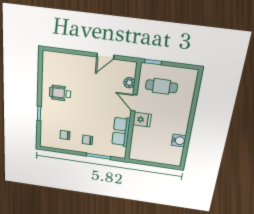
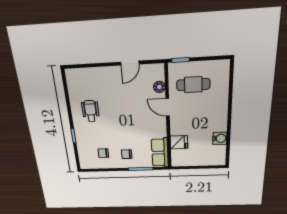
wheelchair: (60, 93) -> (90, 111), turned 90
fridge: (142, 120) -> (179, 142), moved
row of seats: (121, 132) -> (160, 153), moved

